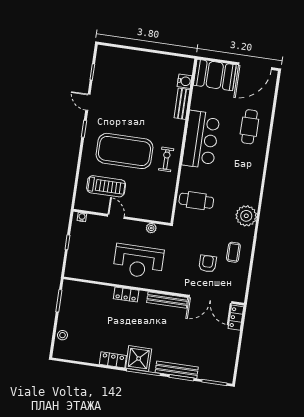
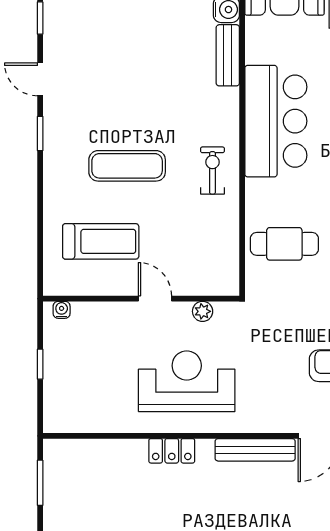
exercise mat: (124, 151) -> (127, 166), width x0.50, depth x0.69
door: (116, 216) -> (155, 299), moved
reception desk: (138, 261) -> (187, 381), turned 180

